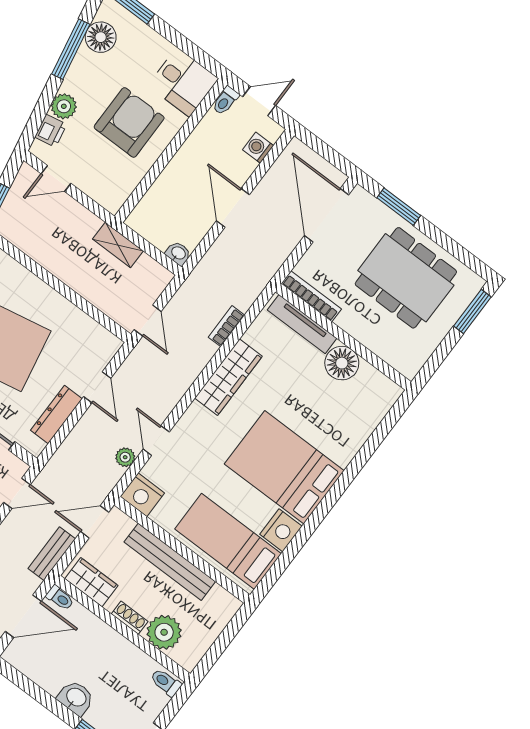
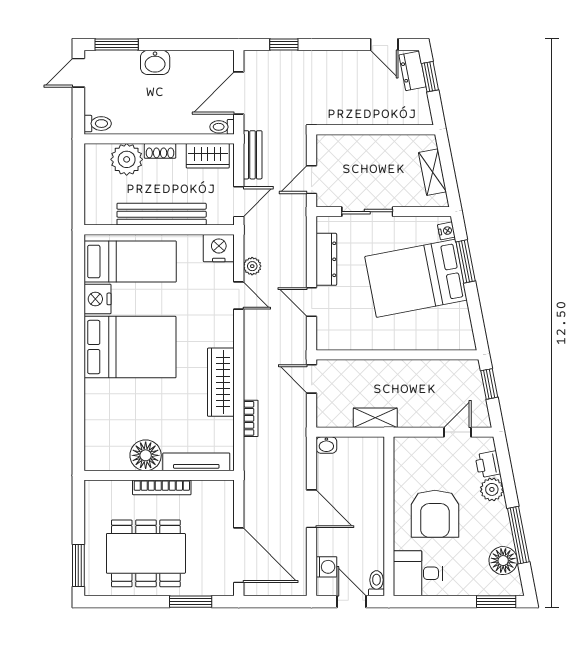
door: (259, 101) -> (352, 602), swing flipped
bookcase: (311, 296) -> (162, 487), moved

